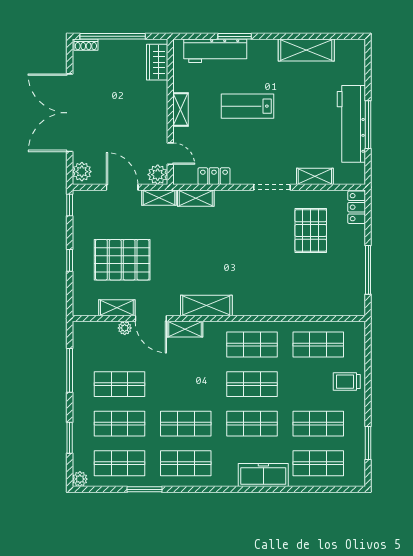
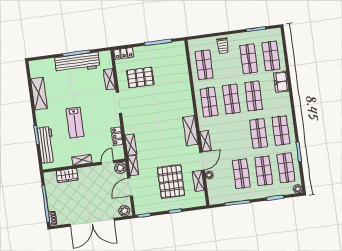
wardrobe: (157, 62) -> (67, 175), moved
freezer: (263, 475) -> (281, 82), width x0.71

